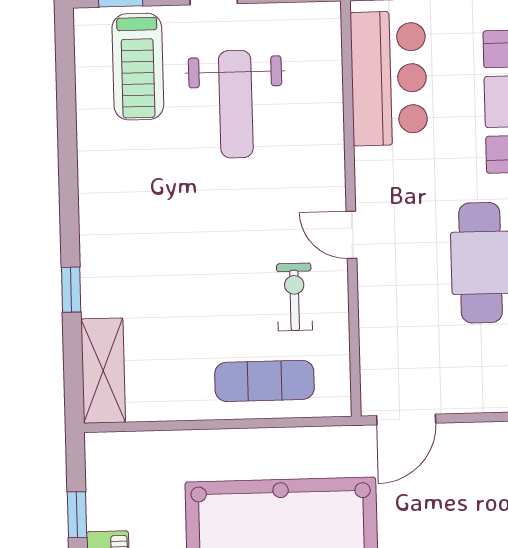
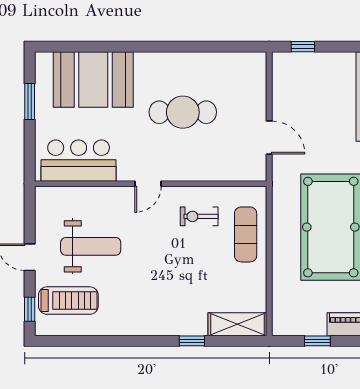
door: (352, 235) -> (148, 184), moved
door: (406, 419) -> (269, 137), moved

